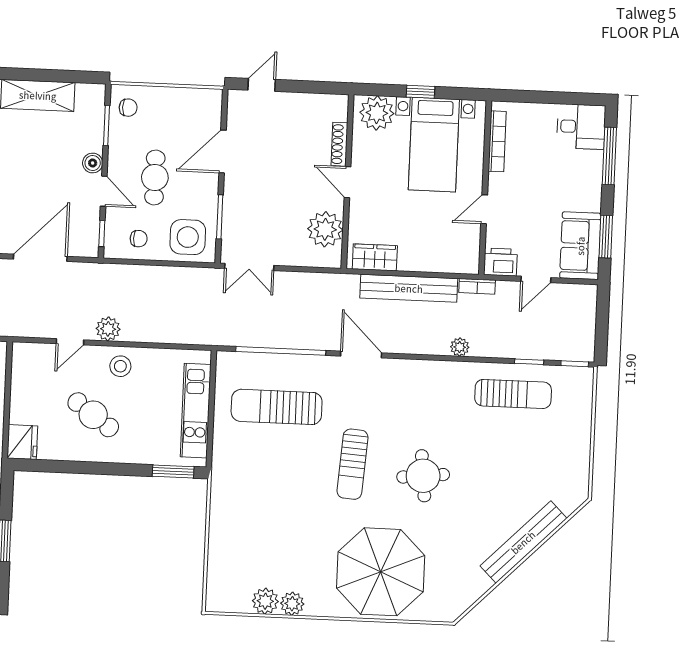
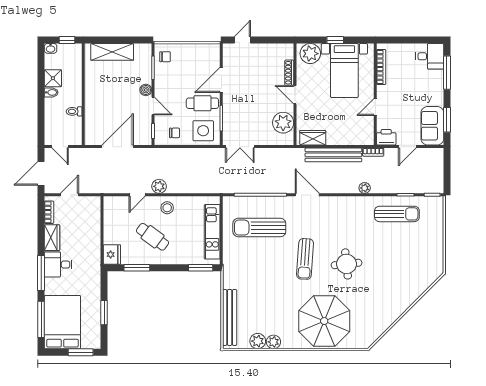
cafe table: (155, 177) -> (202, 103), moved, turned 90
window: (64, 467) -> (137, 268), added
bench: (523, 542) -> (230, 317), moved, turned -45

